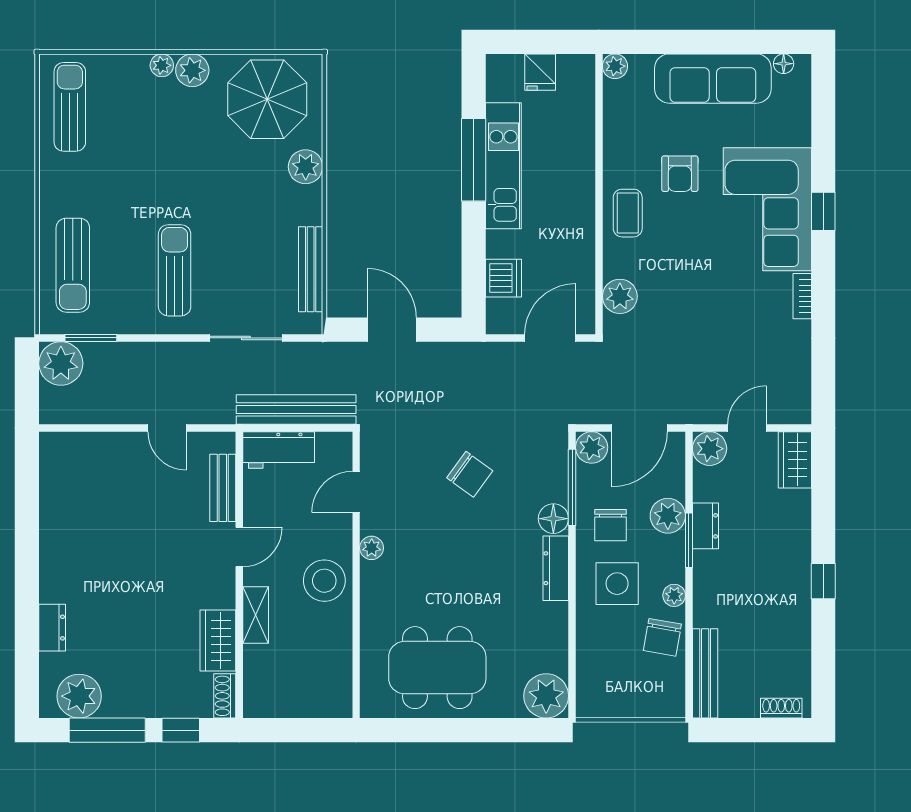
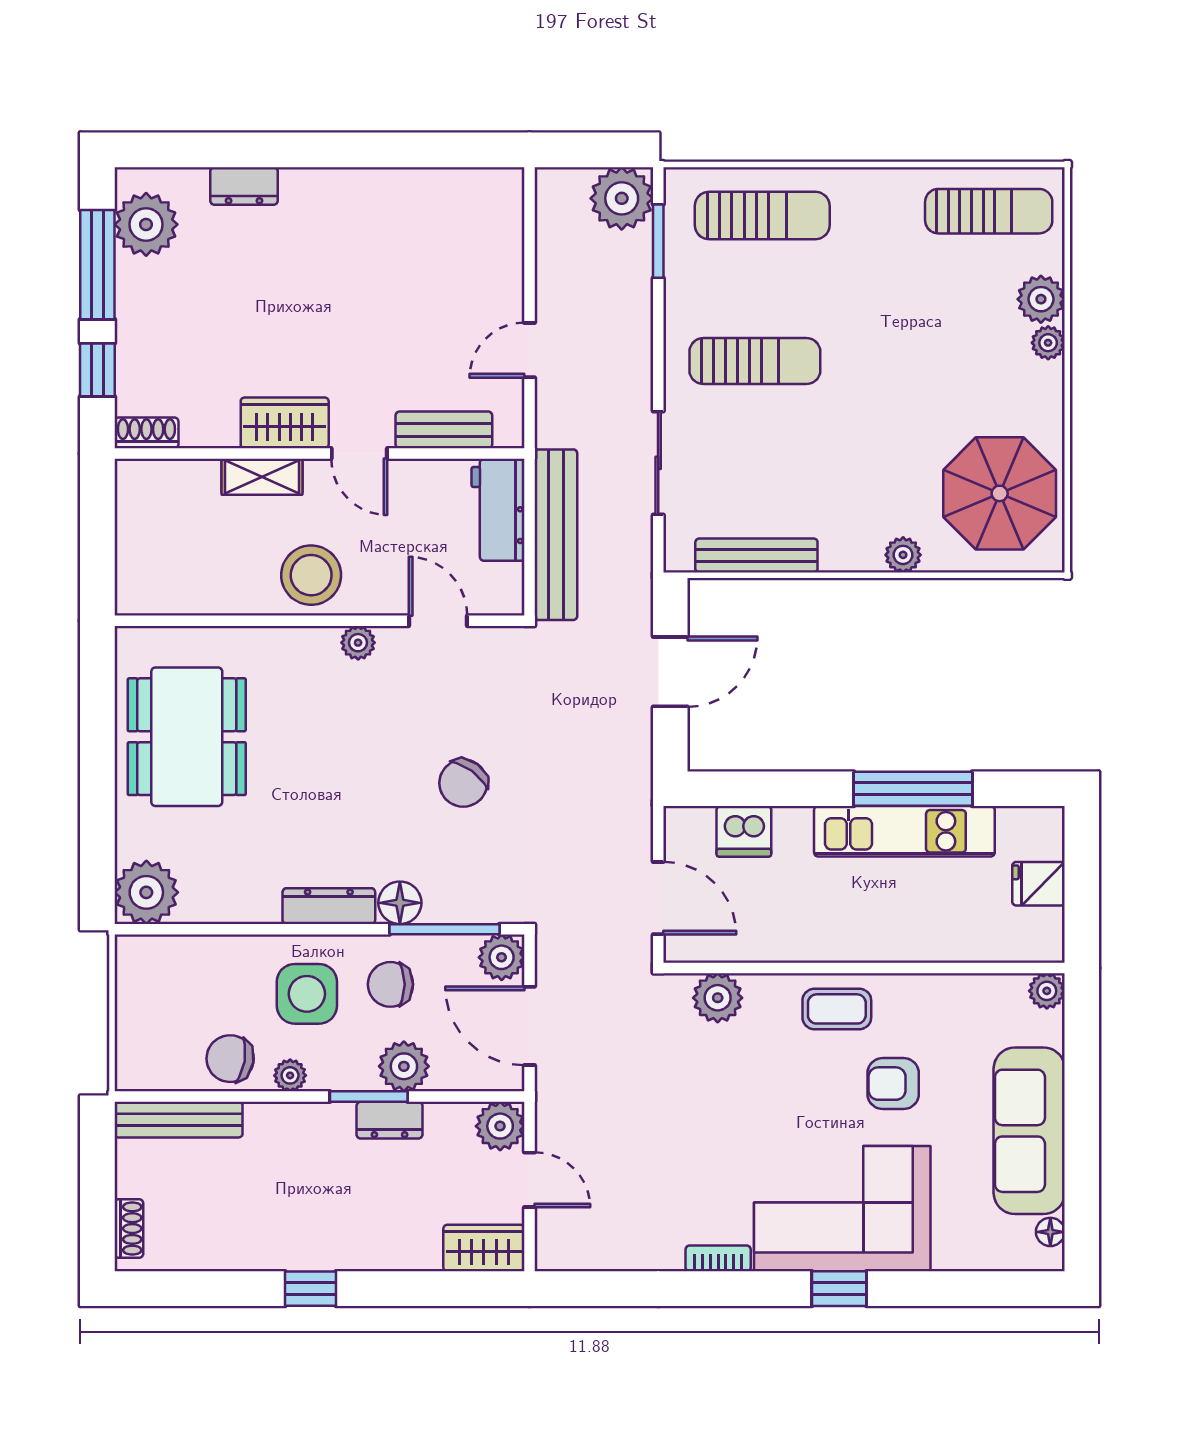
plant: (192, 70) -> (1041, 299), moved
plant: (306, 167) -> (903, 555), width x0.73, depth x0.73
sun lounger: (73, 265) -> (762, 215), turned 180
wardrobe: (218, 640) -> (285, 423), moved

